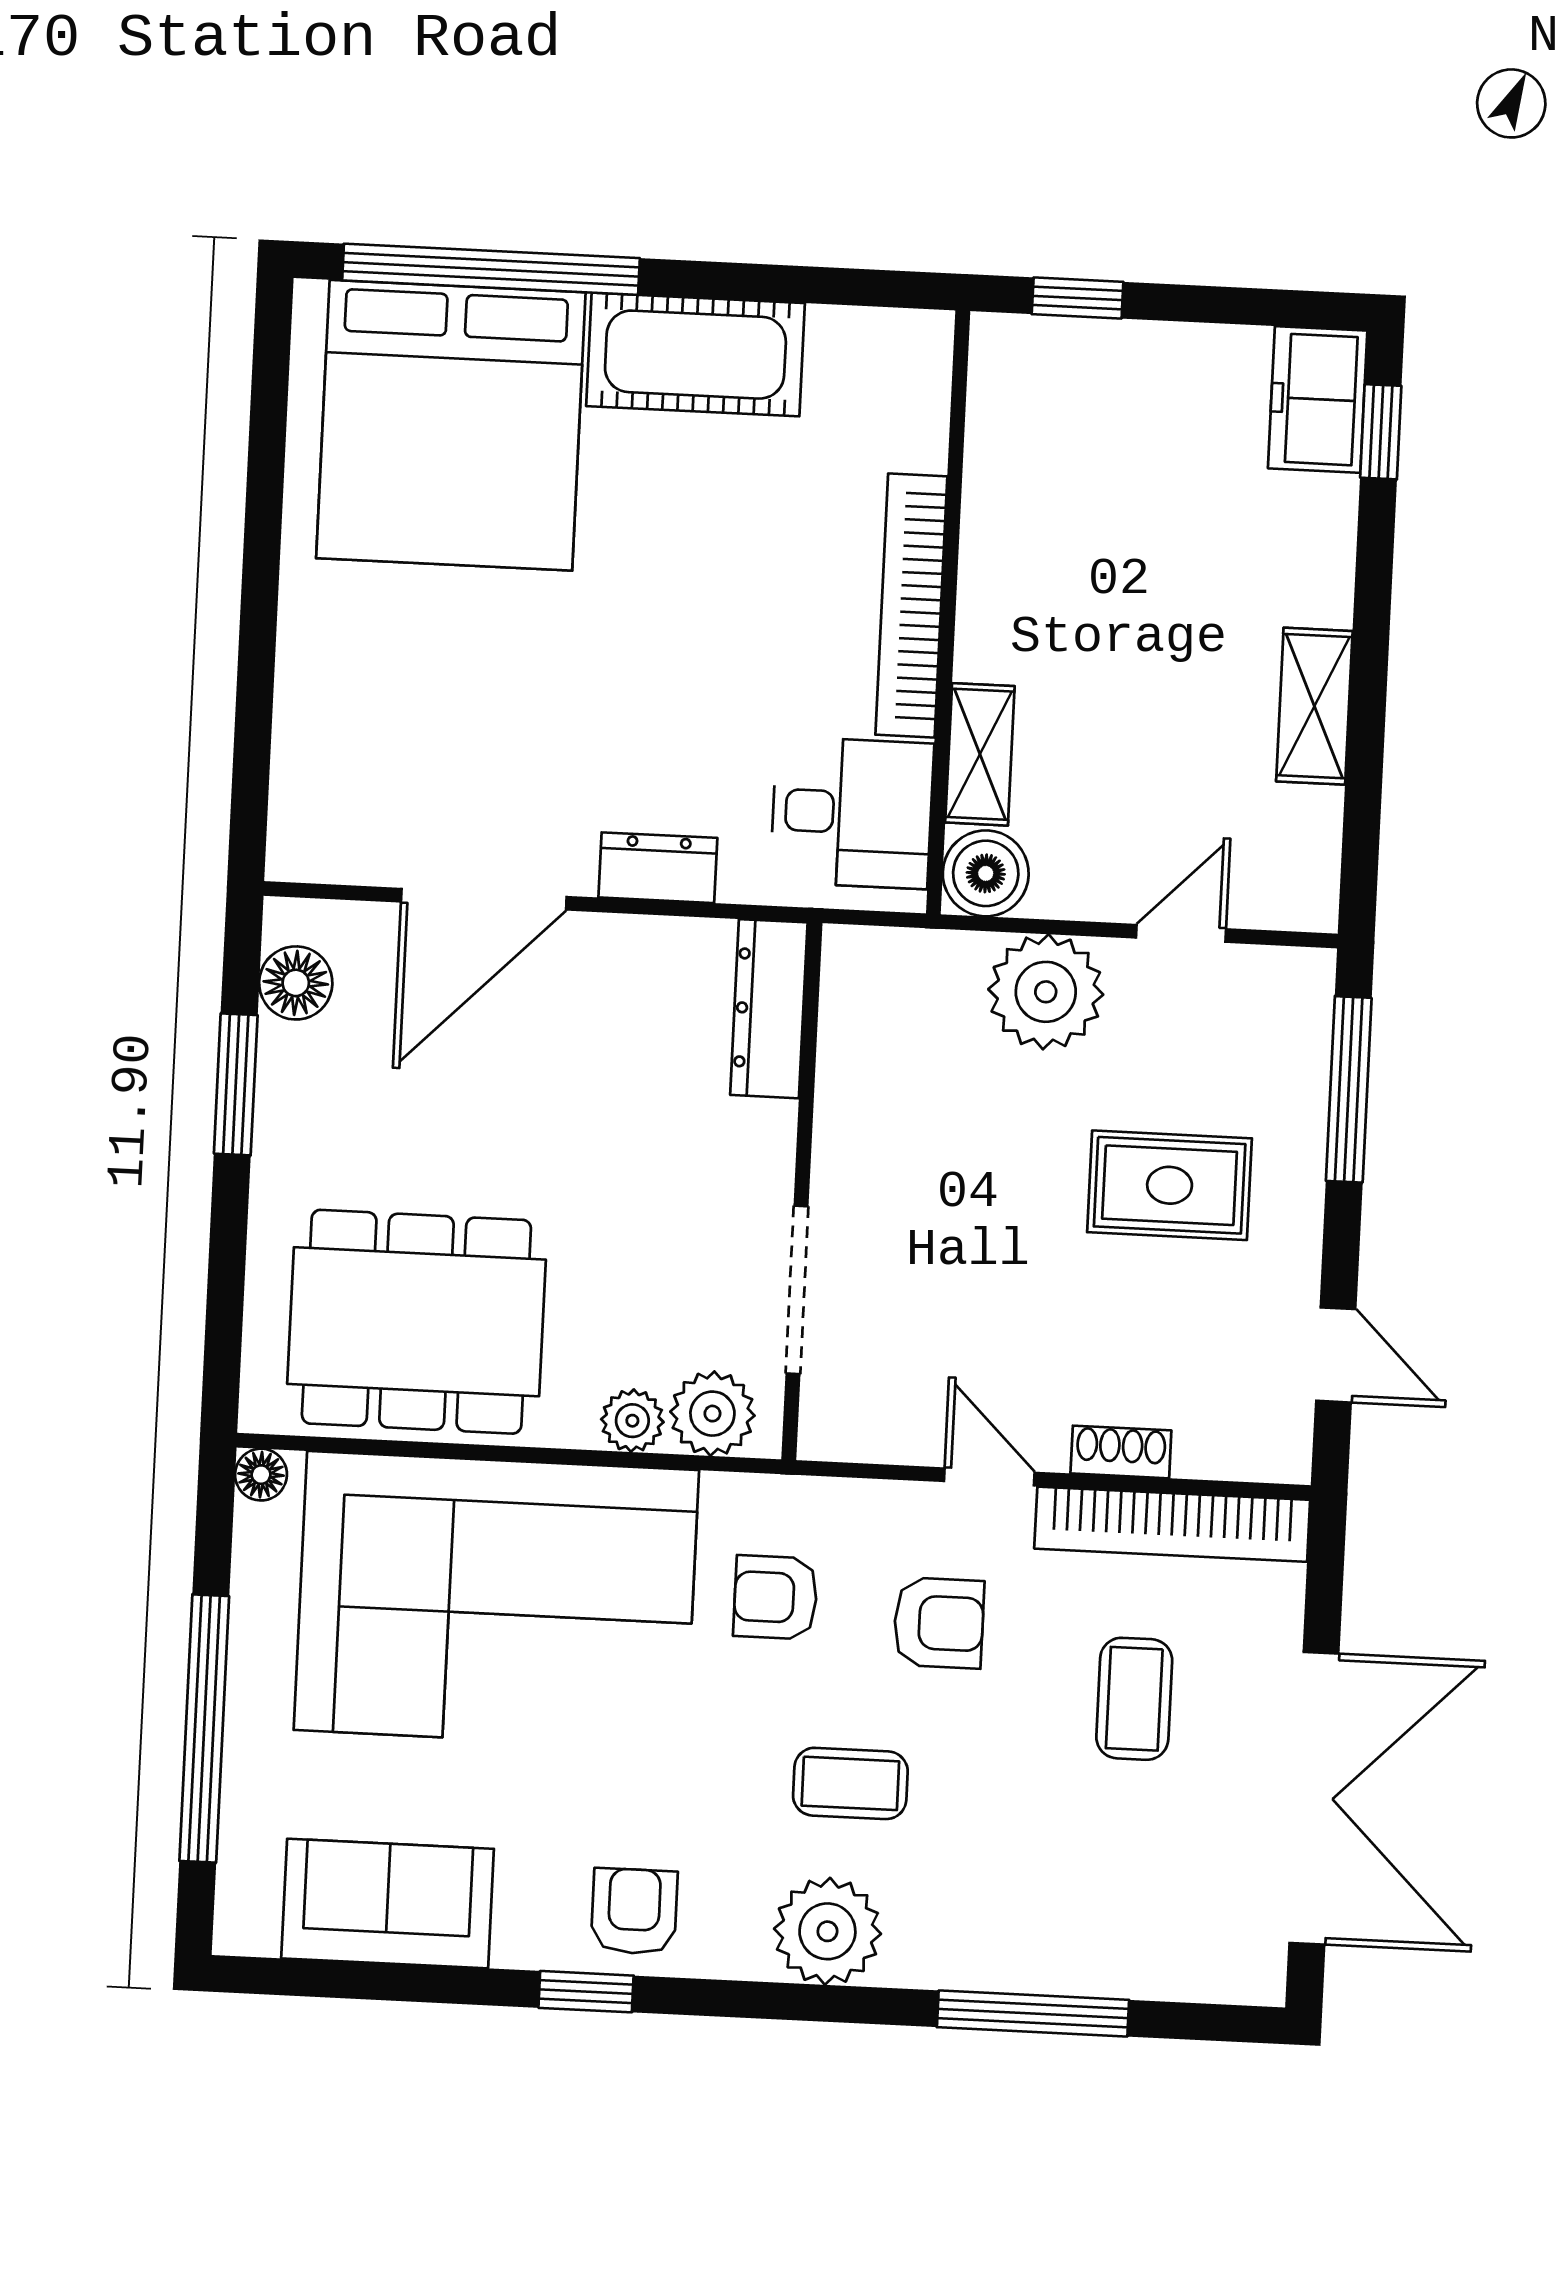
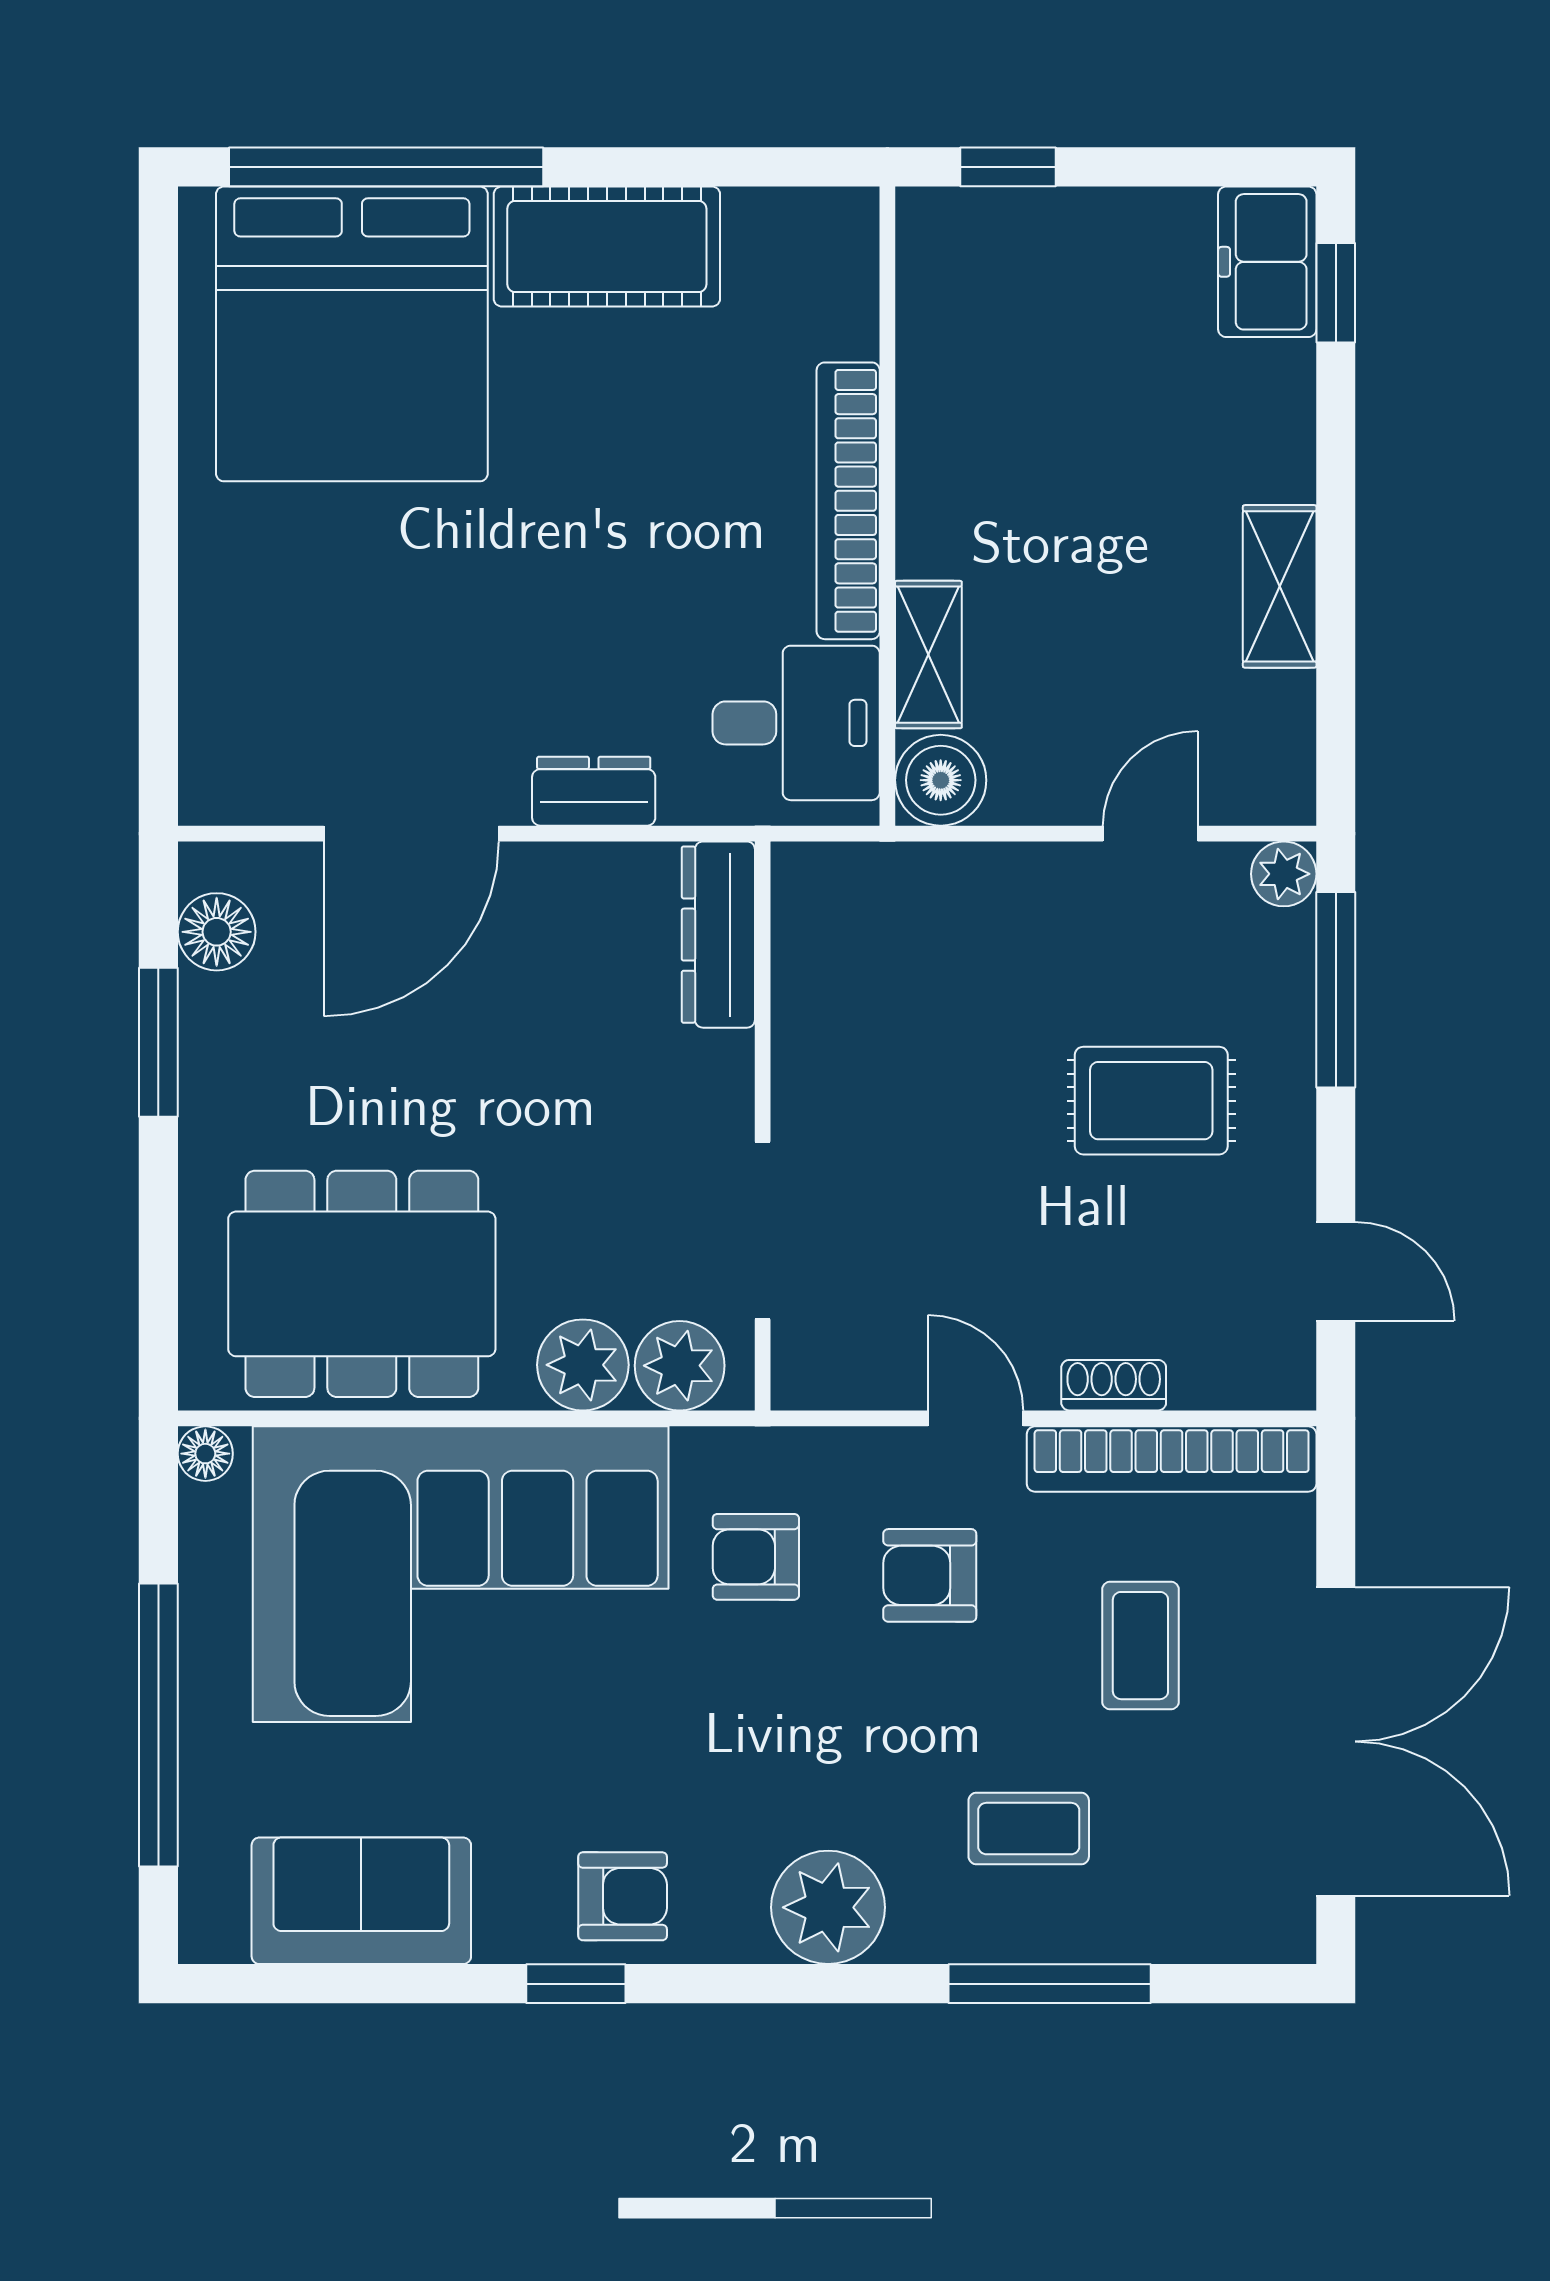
plant: (1046, 992) -> (1284, 874), moved, width x0.53, depth x0.53
plant: (632, 1421) -> (583, 1365), width x1.38, depth x1.38
armchair: (939, 1623) -> (930, 1575), turned 180
coffee table: (850, 1783) -> (1029, 1829), moved
armchair: (634, 1911) -> (623, 1896), turned 90

